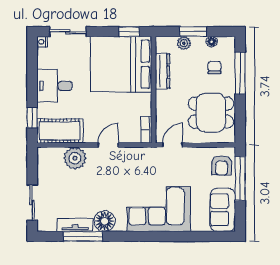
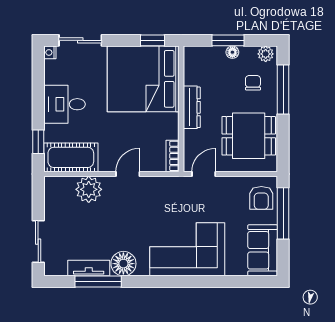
floor lamp: (212, 42) -> (232, 52), moved
plant: (184, 43) -> (266, 54), moved
dresser: (162, 71) -> (192, 107), moved

